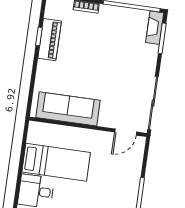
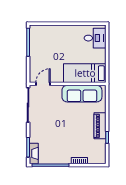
piano: (50, 40) -> (100, 126), moved
bed: (56, 162) -> (85, 73), moved

